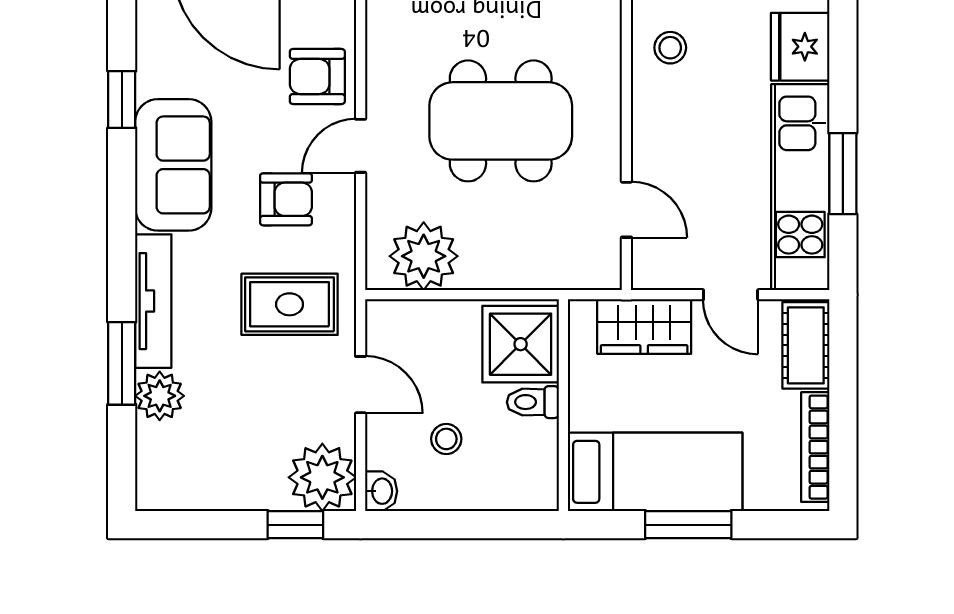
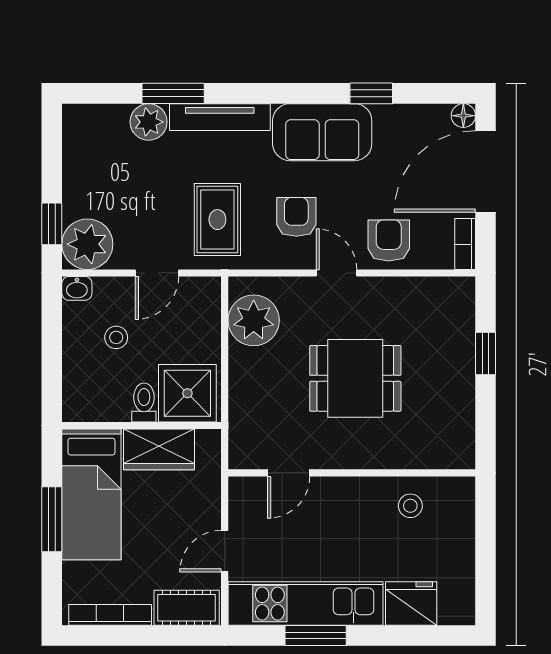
dining table: (501, 121) -> (355, 378), width x0.73
armchair: (286, 199) -> (296, 217), turned 180
wardrobe: (644, 326) -> (159, 449), moved, turned -90

